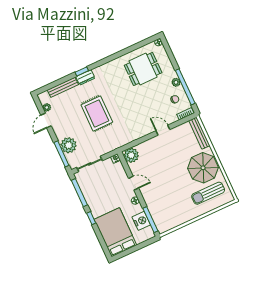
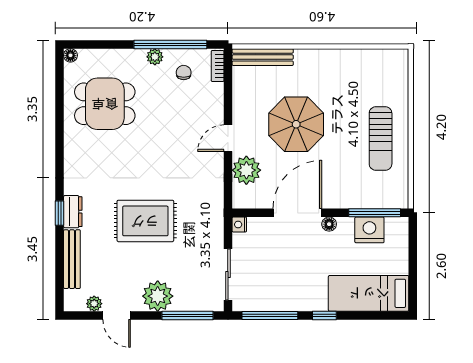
dining table: (143, 69) -> (105, 104), turned 90
door: (163, 130) -> (228, 138), moved
plant: (69, 145) -> (158, 296), moved
plant: (131, 155) -> (246, 170), moved
parasol: (203, 168) -> (296, 124), moved
door: (134, 183) -> (297, 213), width x1.88
sun lounger: (208, 193) -> (381, 139), moved
bed: (115, 232) -> (369, 293), width x0.67

